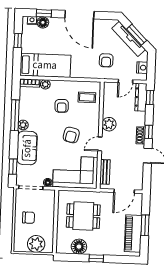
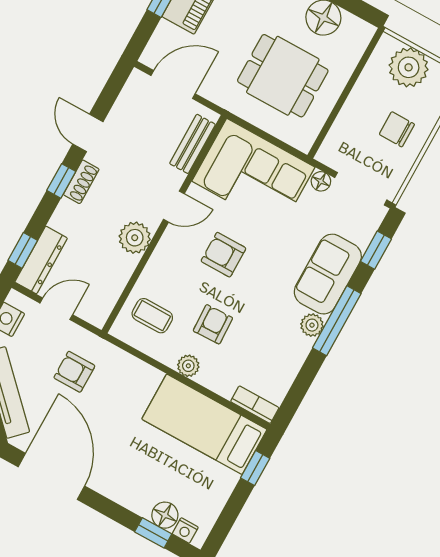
door: (79, 15) -> (51, 476), moved
window: (18, 41) -> (255, 468), moved
armchair: (106, 60) -> (74, 372), turned -90
plant: (45, 84) -> (188, 366), moved
window: (15, 115) -> (337, 321), moved
armchair: (71, 135) -> (223, 255), turned -103

